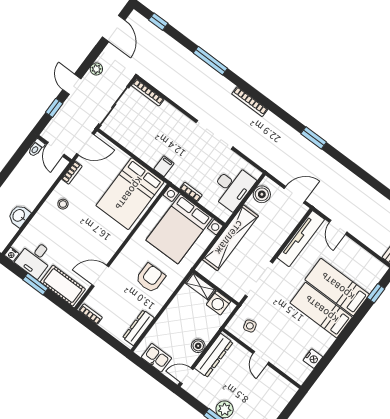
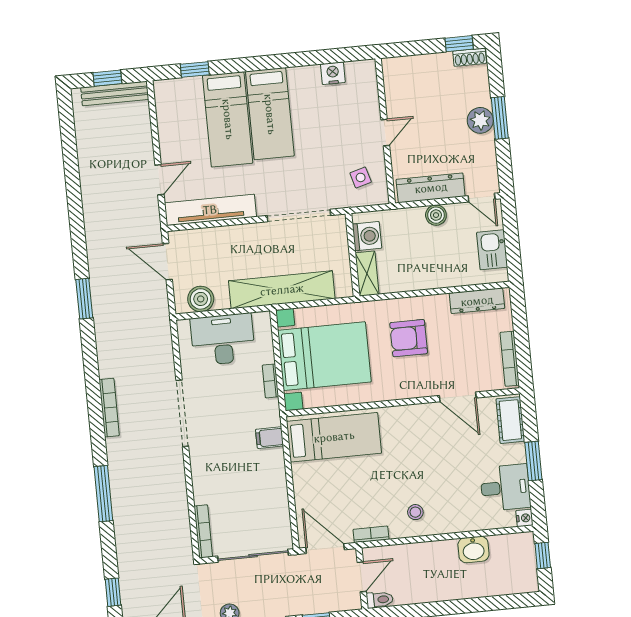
bed: (130, 194) -> (334, 437), width x0.67
cot: (63, 286) -> (510, 420), width x0.73, depth x0.75
bookcase: (91, 314) -> (510, 359), width x1.56

